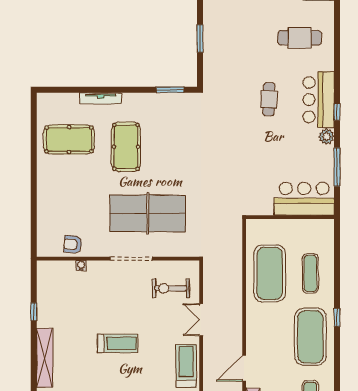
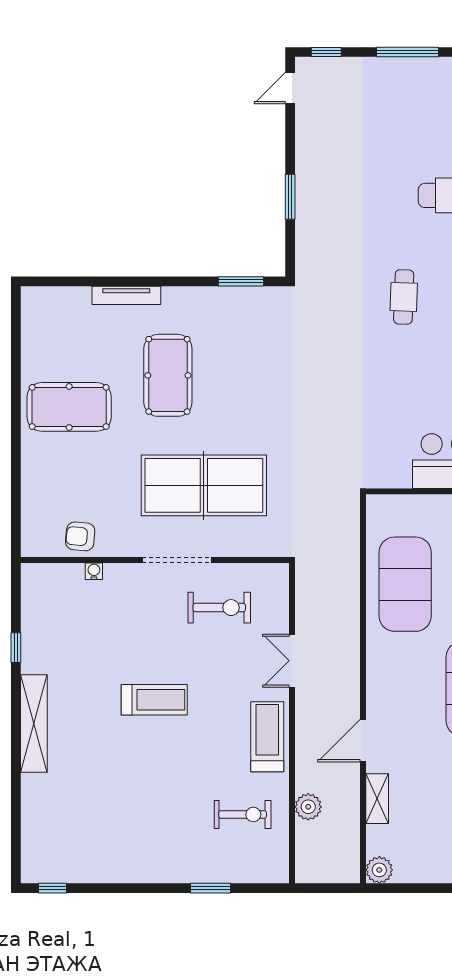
pool table: (69, 139) -> (69, 407), moved
exercise bike: (171, 288) -> (219, 608), moved, turned 180

